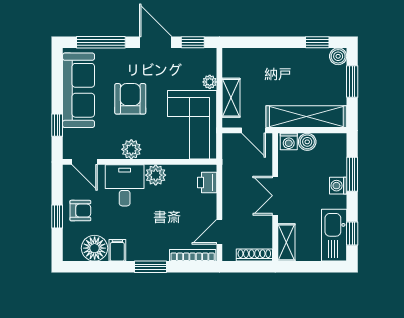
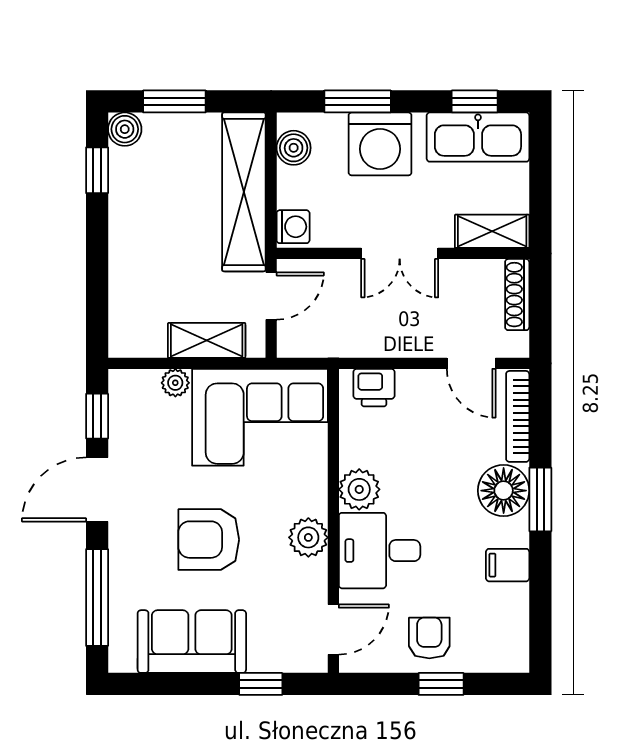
sofa: (79, 90) -> (192, 642), width x0.73
boiler: (307, 142) -> (294, 148), moved
washing machine: (338, 186) -> (380, 144), width x1.89, depth x1.89
floor lamp: (95, 248) -> (504, 491), moved

